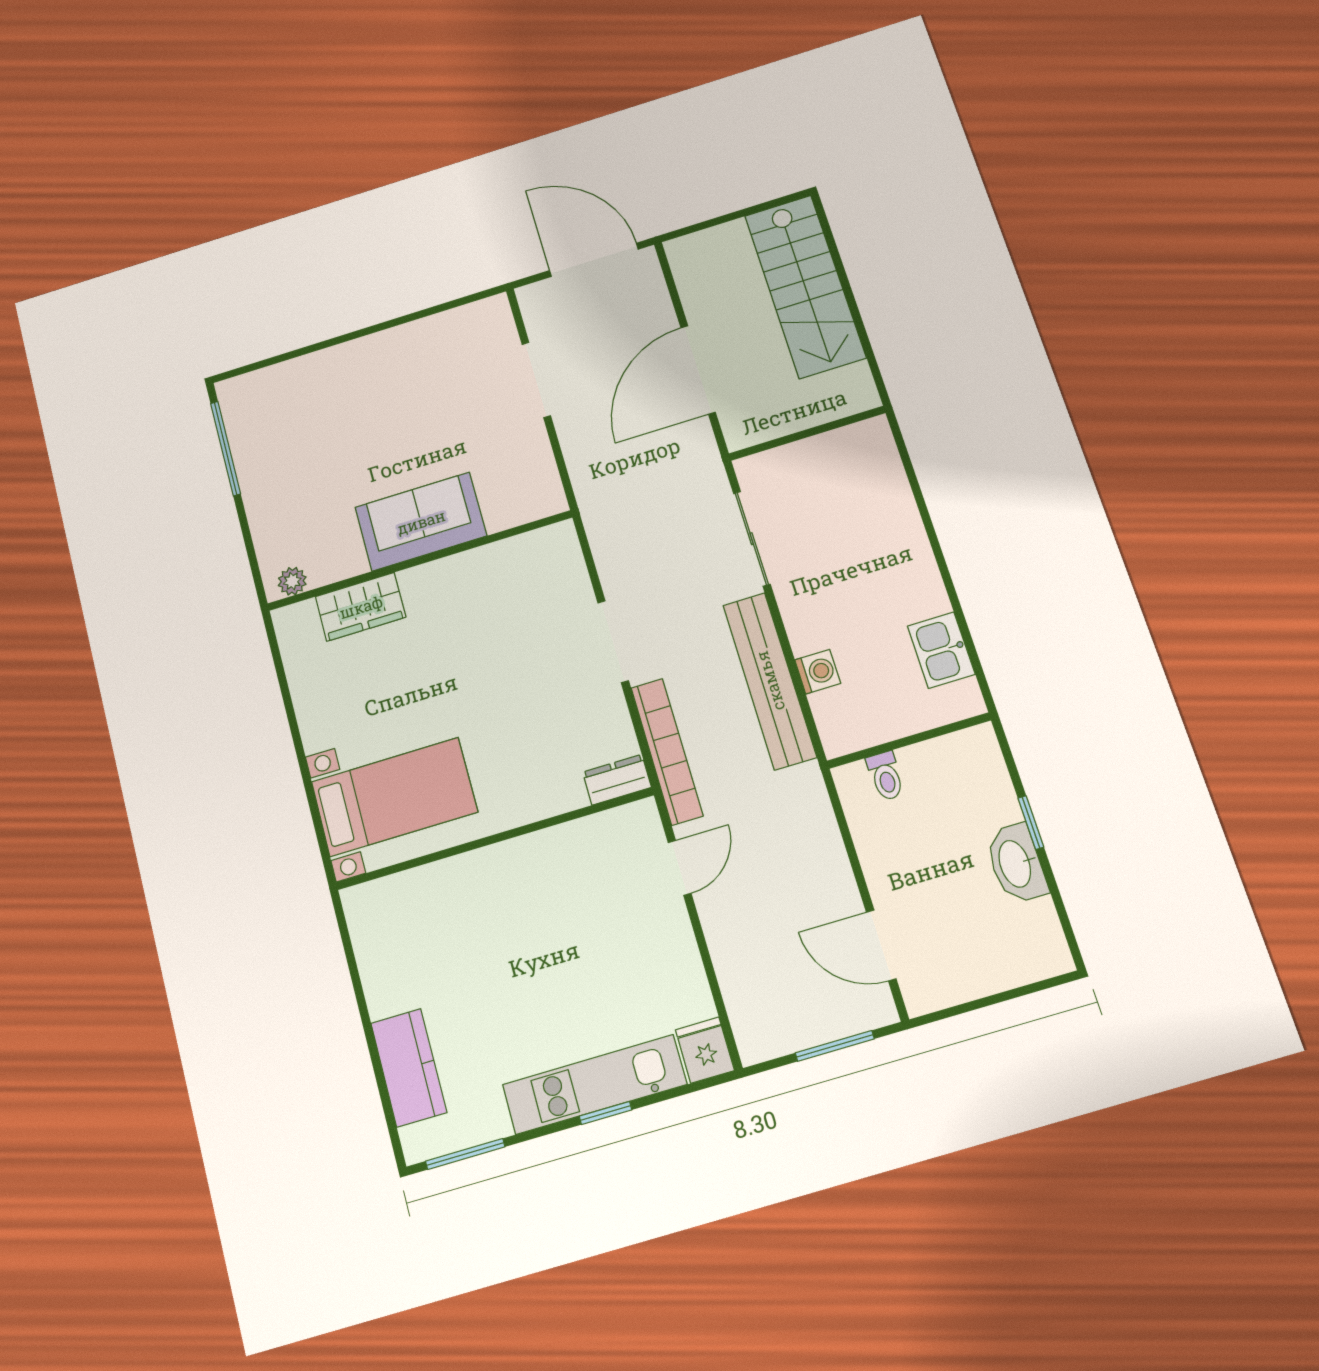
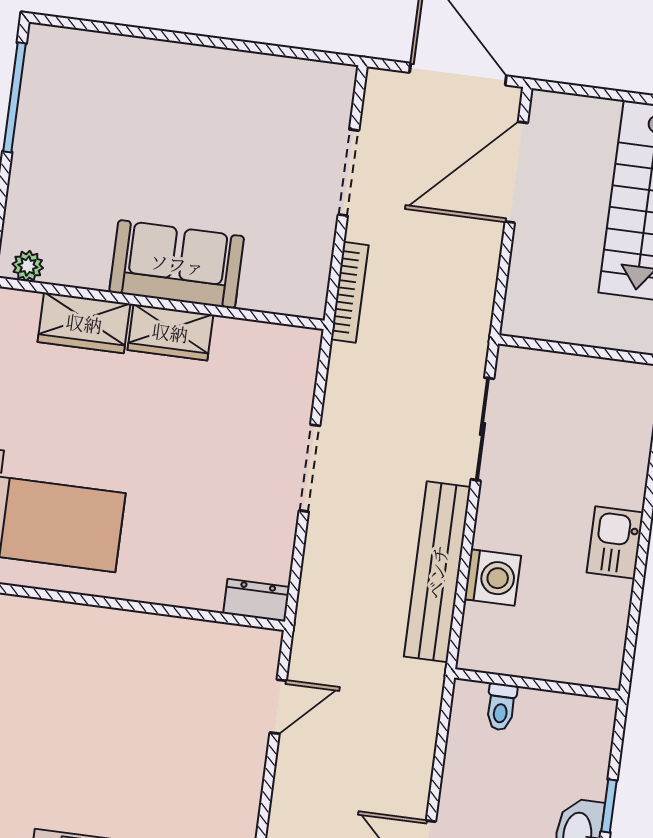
door: (698, 370) -> (516, 172), moved
wardrobe: (439, 581) -> (170, 332), added
kitchen sink: (941, 650) -> (615, 542), moved
washing machine: (818, 672) -> (493, 578), width x1.38, depth x1.38
bookcase: (667, 751) -> (350, 292), moved, width x0.68, depth x0.76

